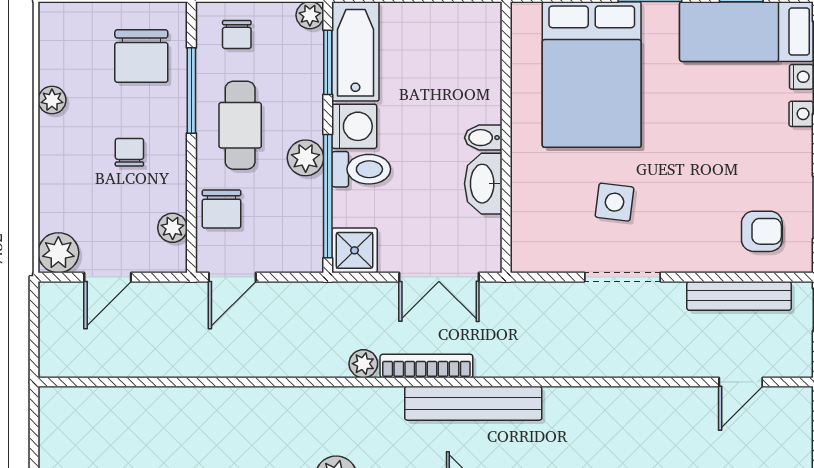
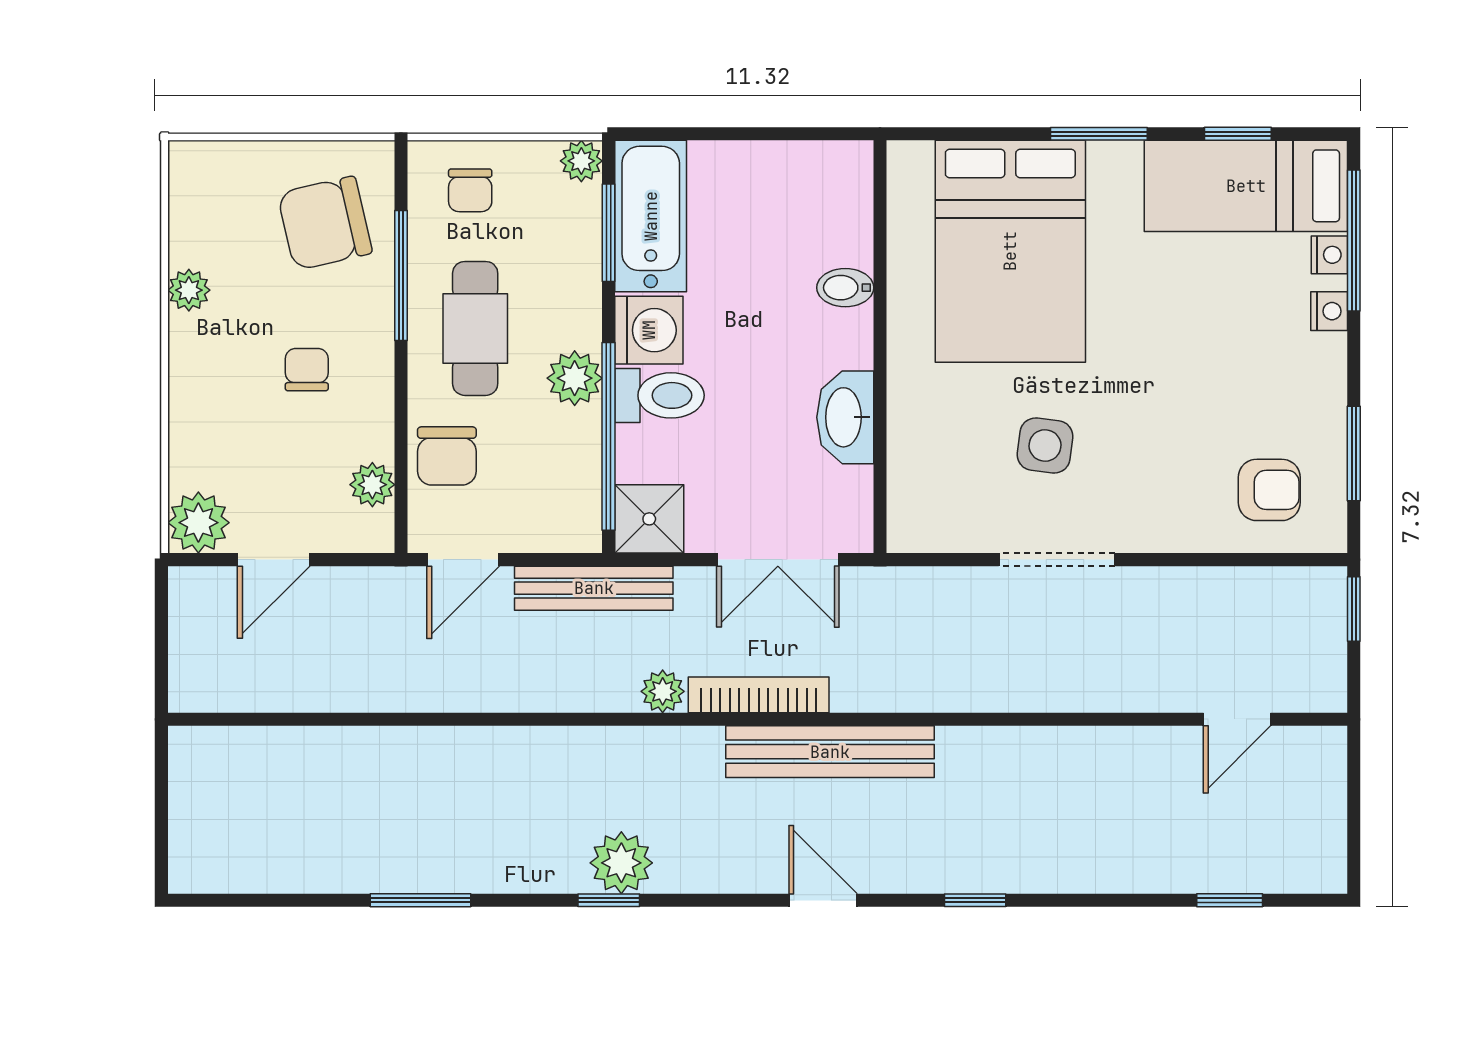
chair: (141, 56) -> (325, 223), turned 77
bidet: (483, 138) -> (845, 288), moved
bench: (739, 296) -> (594, 588), moved

